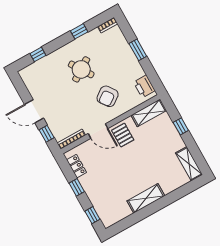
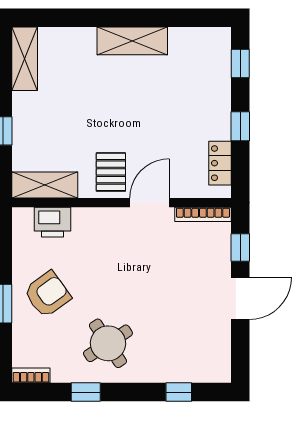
round table: (81, 69) -> (108, 343), moved
printer: (144, 86) -> (52, 222), moved, turned 90
armchair: (108, 96) -> (47, 294), moved
door: (34, 111) -> (240, 298), hinge flipped
door: (98, 131) -> (150, 203), hinge flipped

